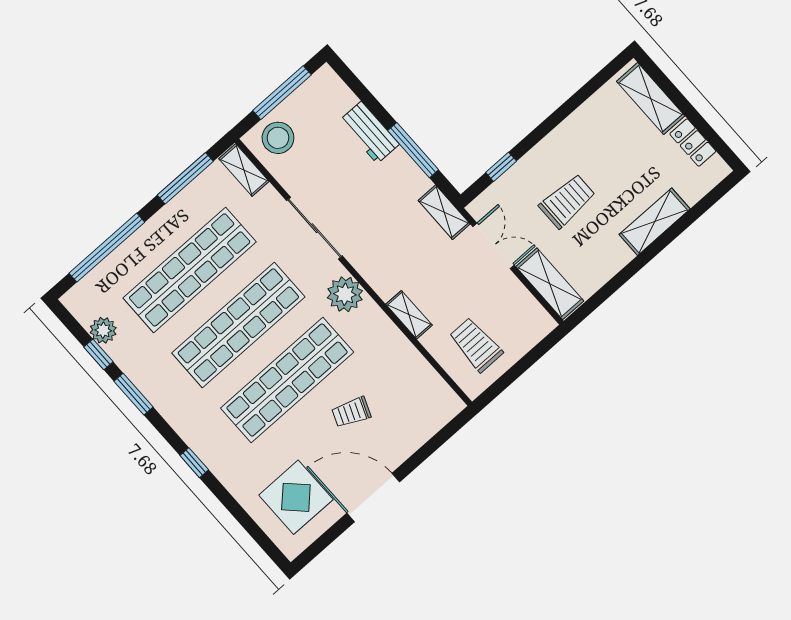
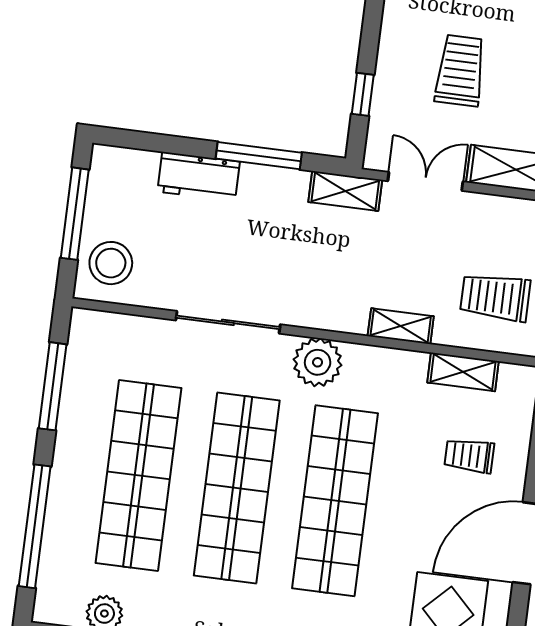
shelving: (244, 170) -> (463, 372), moved
trolley: (351, 412) -> (469, 456), moved, turned 68

